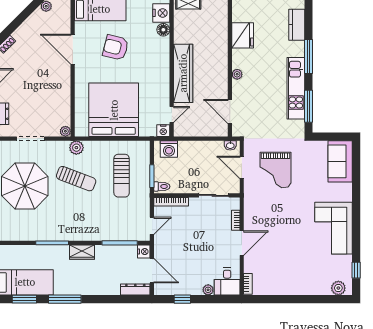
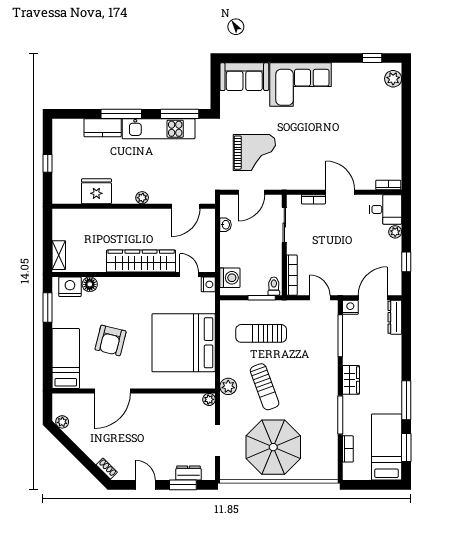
kitchen counter: (297, 25) -> (103, 128), moved
washbasin: (230, 145) -> (225, 225), moved
sun lounger: (122, 176) -> (261, 333), turned 180
sun lounger: (76, 179) -> (265, 387), turned 139
corner sofa: (333, 228) -> (300, 84), moved
bookcase: (23, 249) -> (348, 449), added

